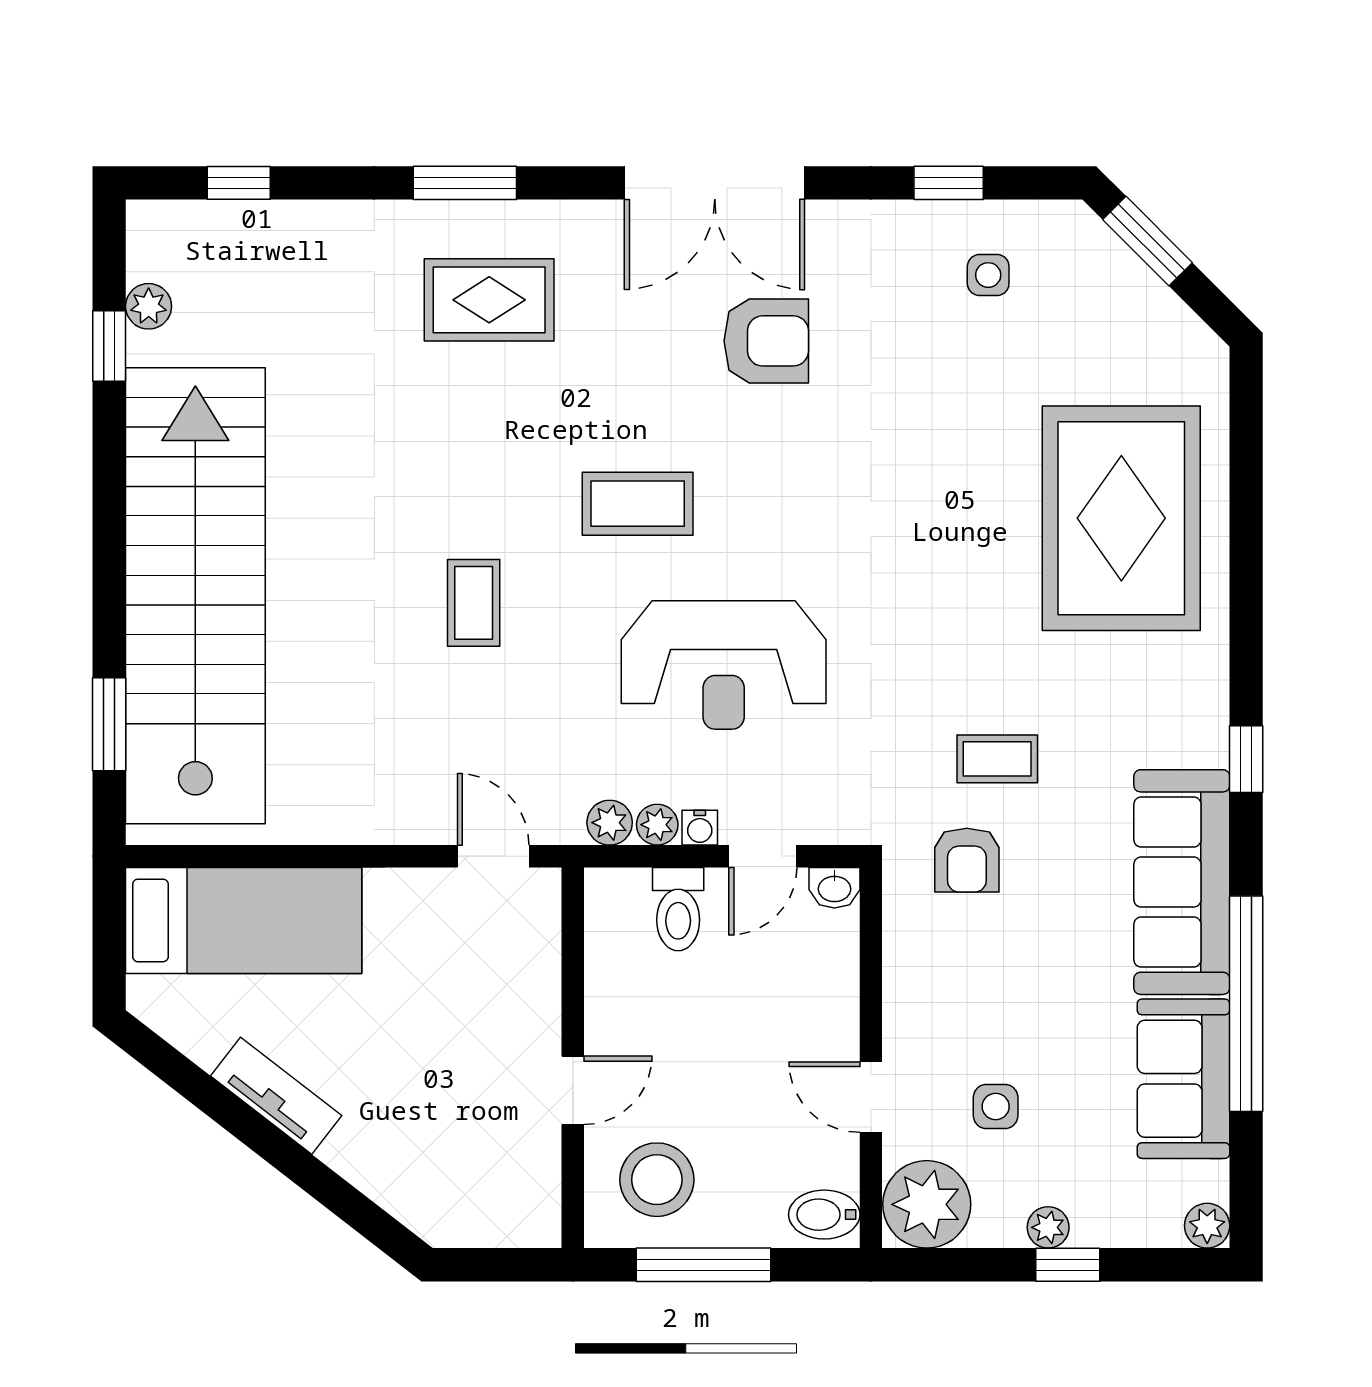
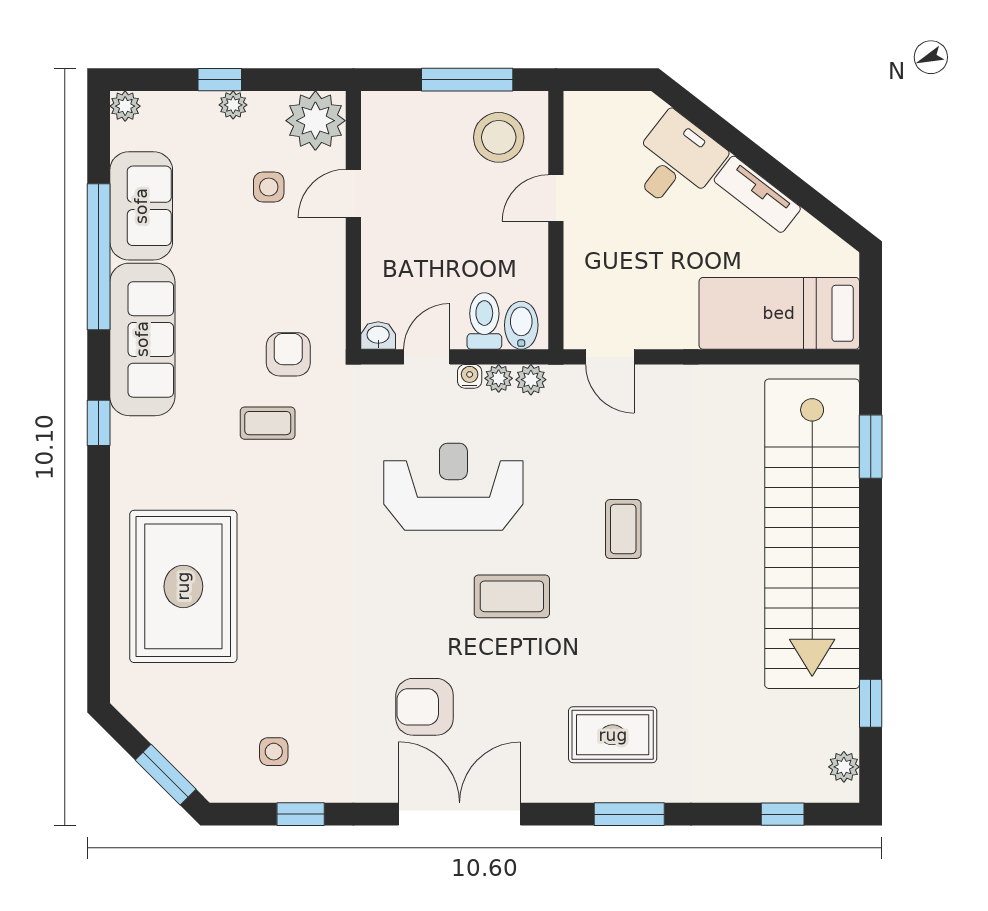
plant: (149, 306) -> (844, 767), moved
door: (871, 1097) -> (353, 193), swing flipped
desk: (396, 1144) -> (676, 162), added
bidet: (824, 1215) -> (521, 325), moved, turned -90

